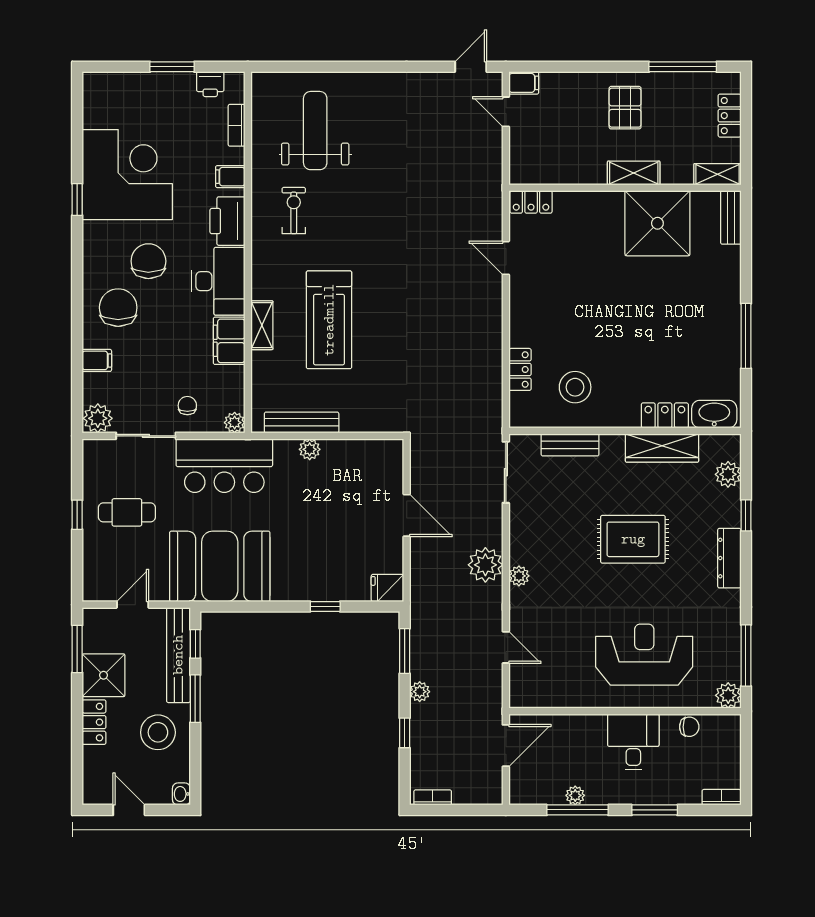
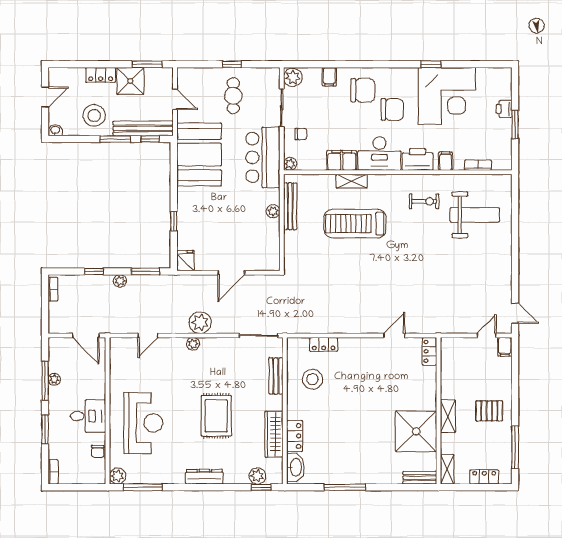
printer: (210, 84) -> (504, 109), moved
window: (746, 515) -> (261, 487), moved

